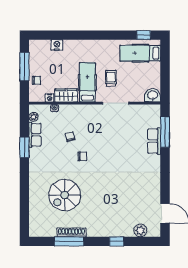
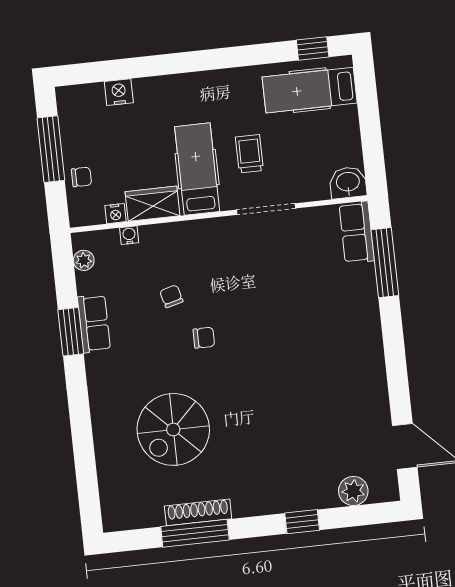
row of seats: (35, 135) -> (94, 324), moved
row of seats: (154, 141) -> (357, 232), moved

